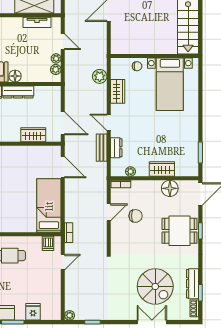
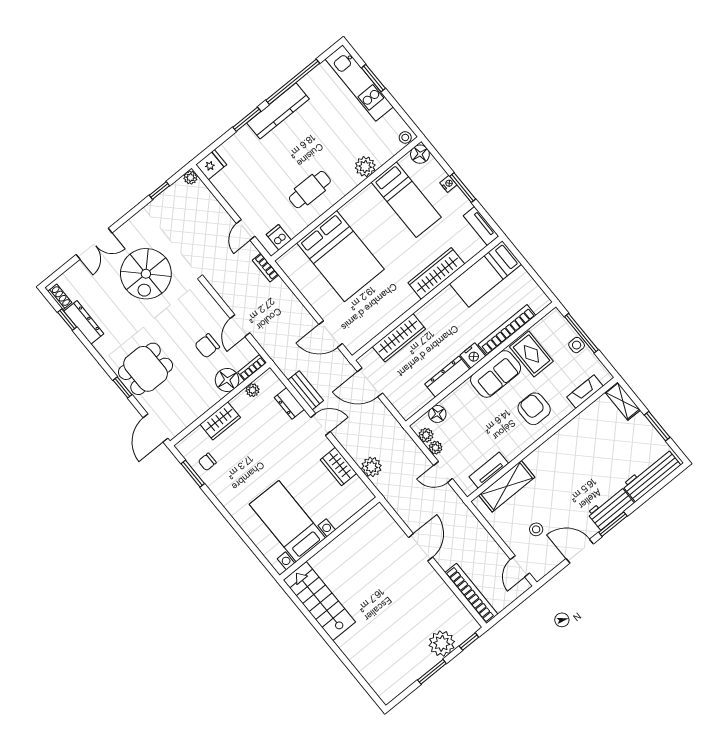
chair: (137, 66) -> (207, 462), moved
floor lamp: (15, 76) -> (437, 414), moved
wardrobe: (33, 135) -> (399, 338), width x1.50
floor lamp: (170, 188) -> (227, 380), moved
bed: (49, 206) -> (340, 256), moved, width x1.50
spiral stairs: (155, 286) -> (146, 274), moved, turned -90
fridge: (33, 312) -> (211, 165), moved, turned -90

